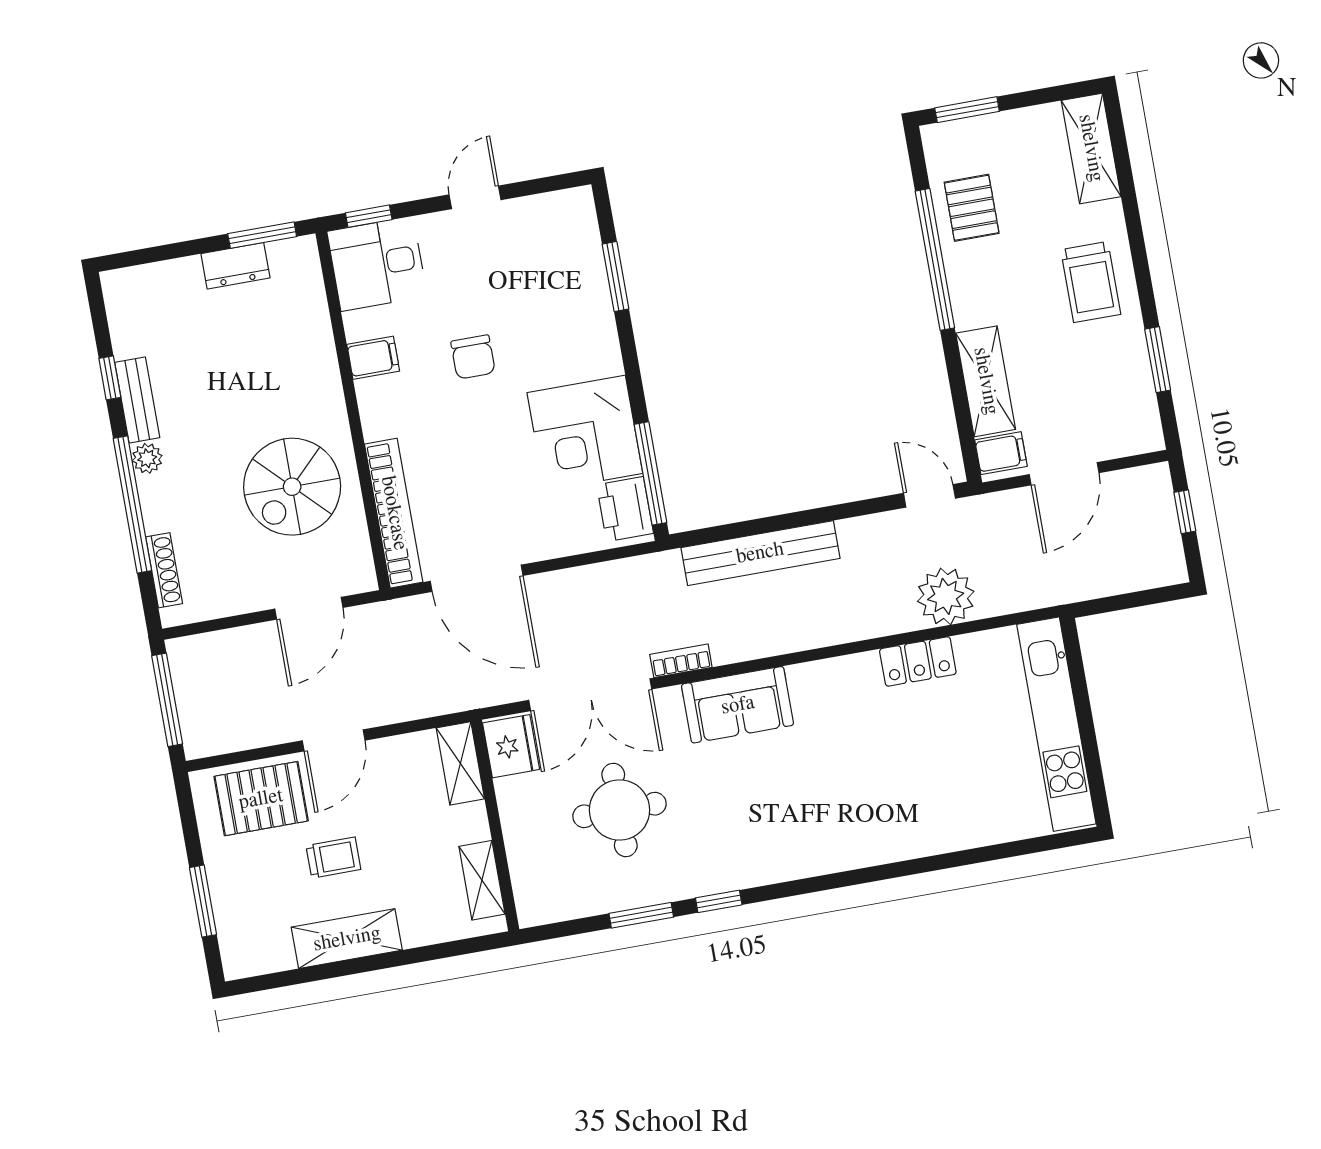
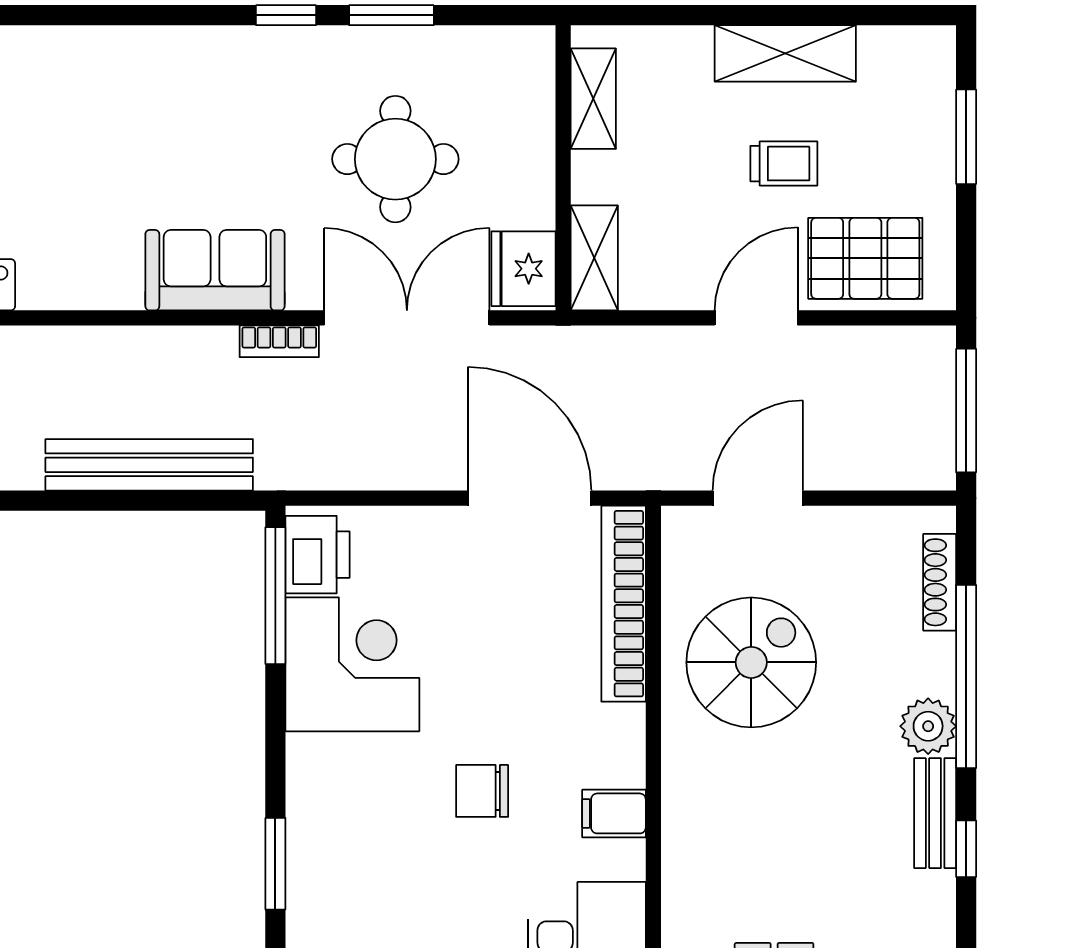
chair: (473, 357) -> (482, 791), turned -90
plant: (147, 458) -> (928, 726), width x1.38, depth x1.38
trolley: (333, 858) -> (784, 164), turned 180

